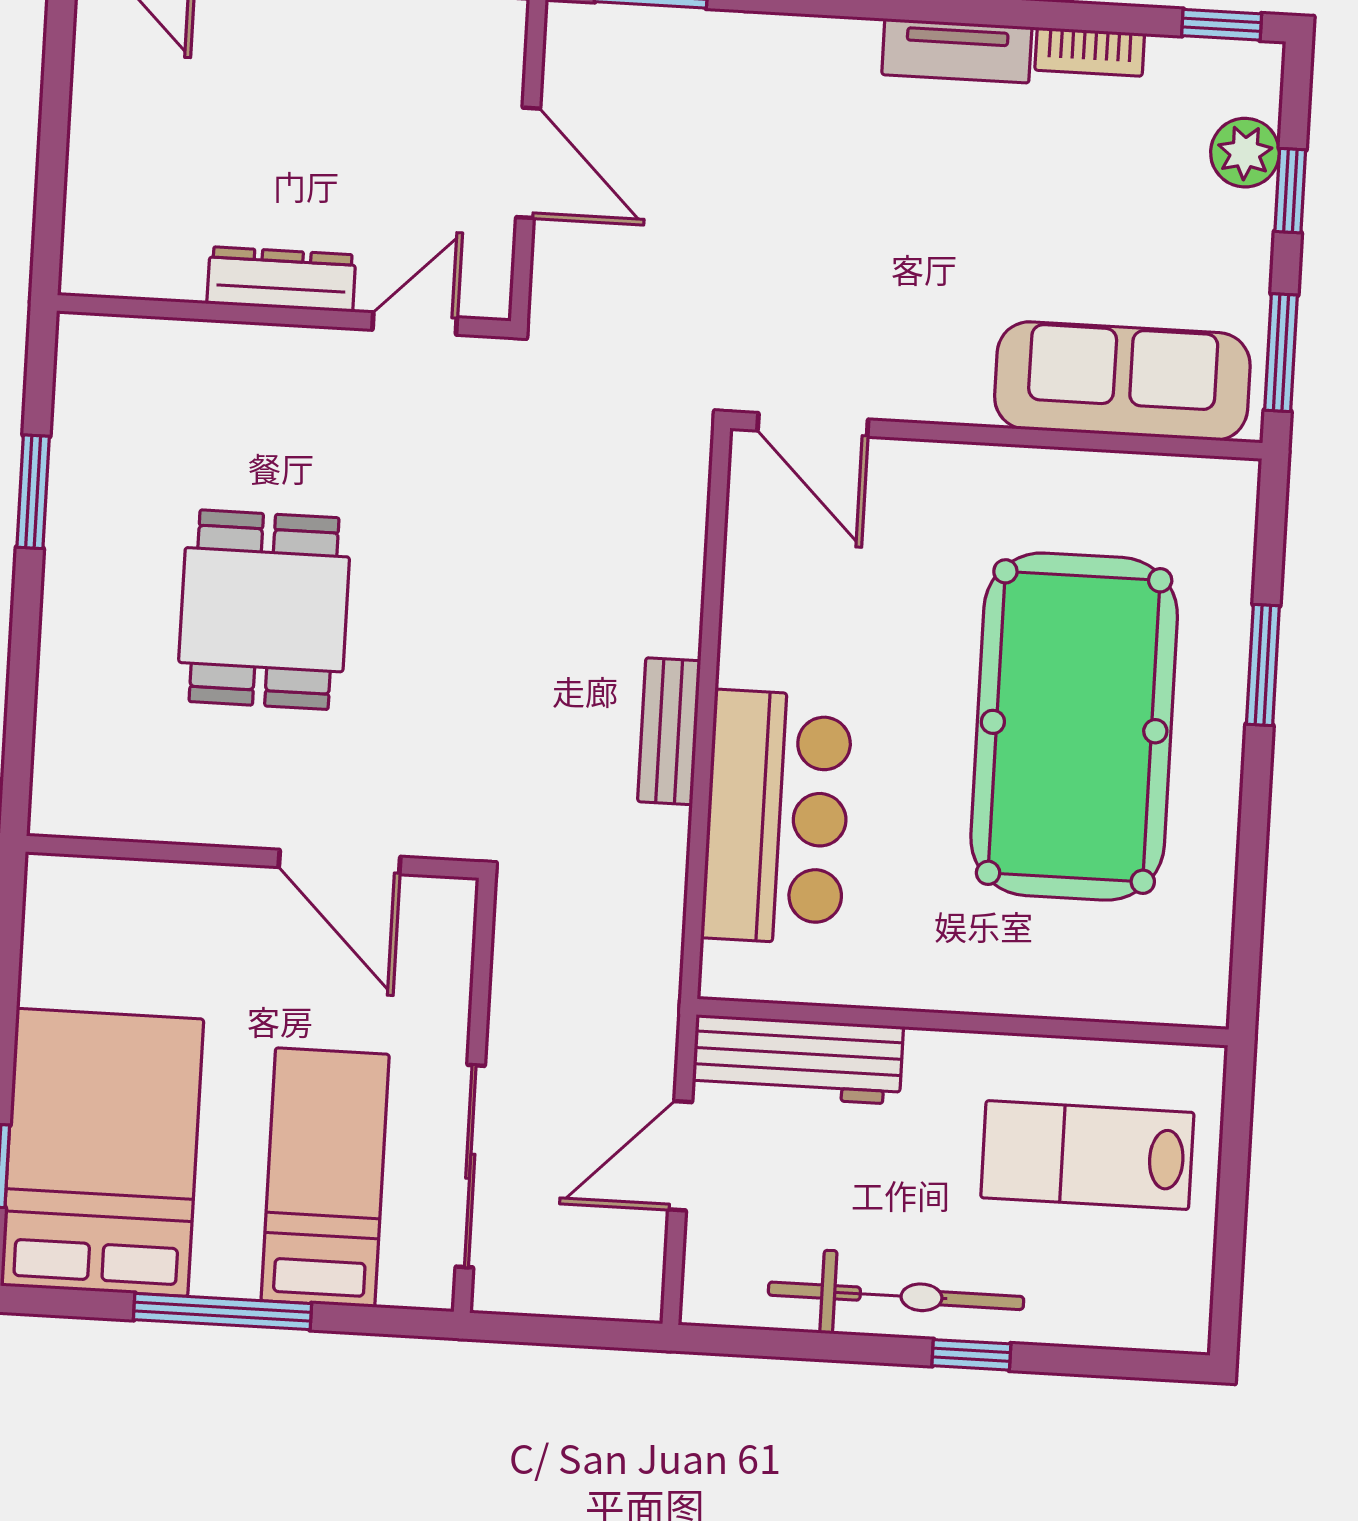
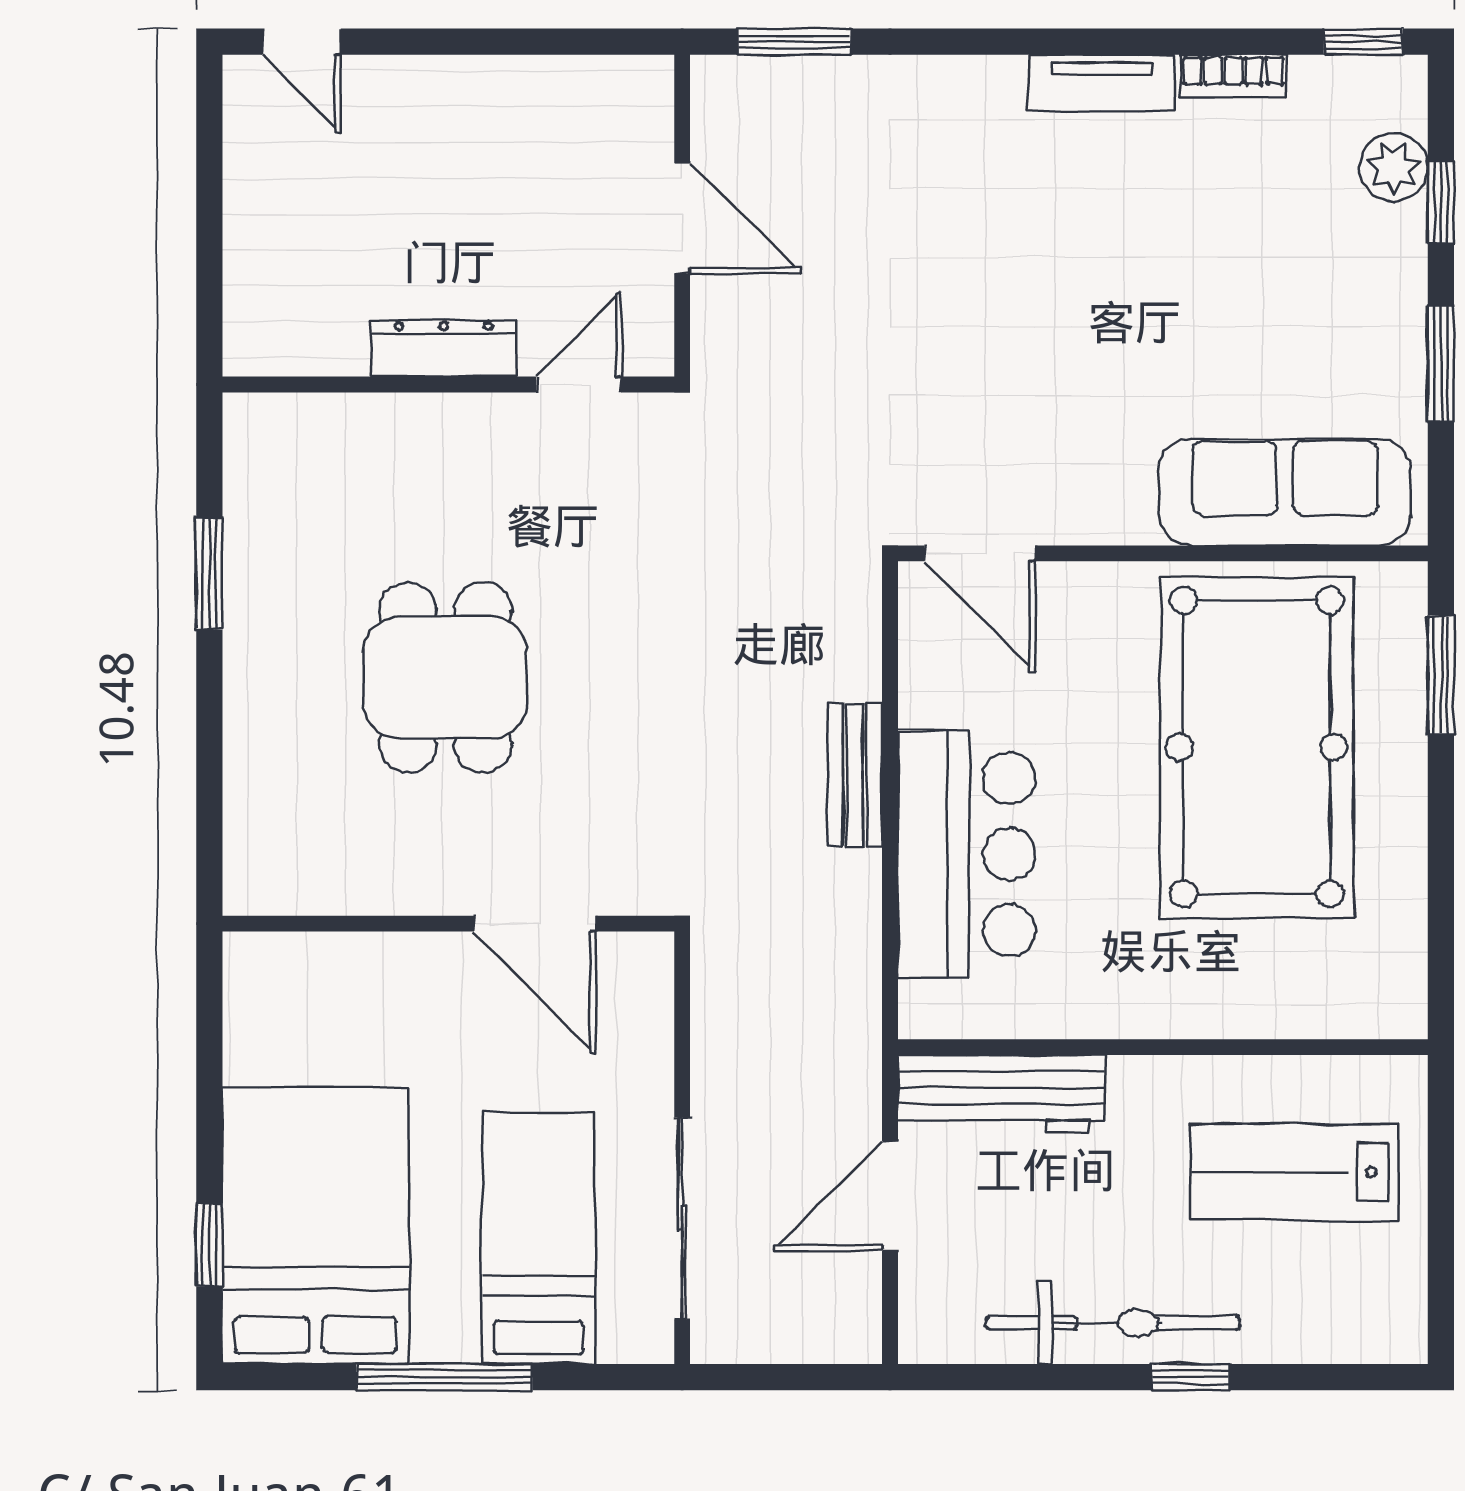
sofa: (1122, 381) -> (1285, 492), moved
door: (813, 425) -> (980, 553), moved
wall: (996, 435) -> (1163, 553), moved

